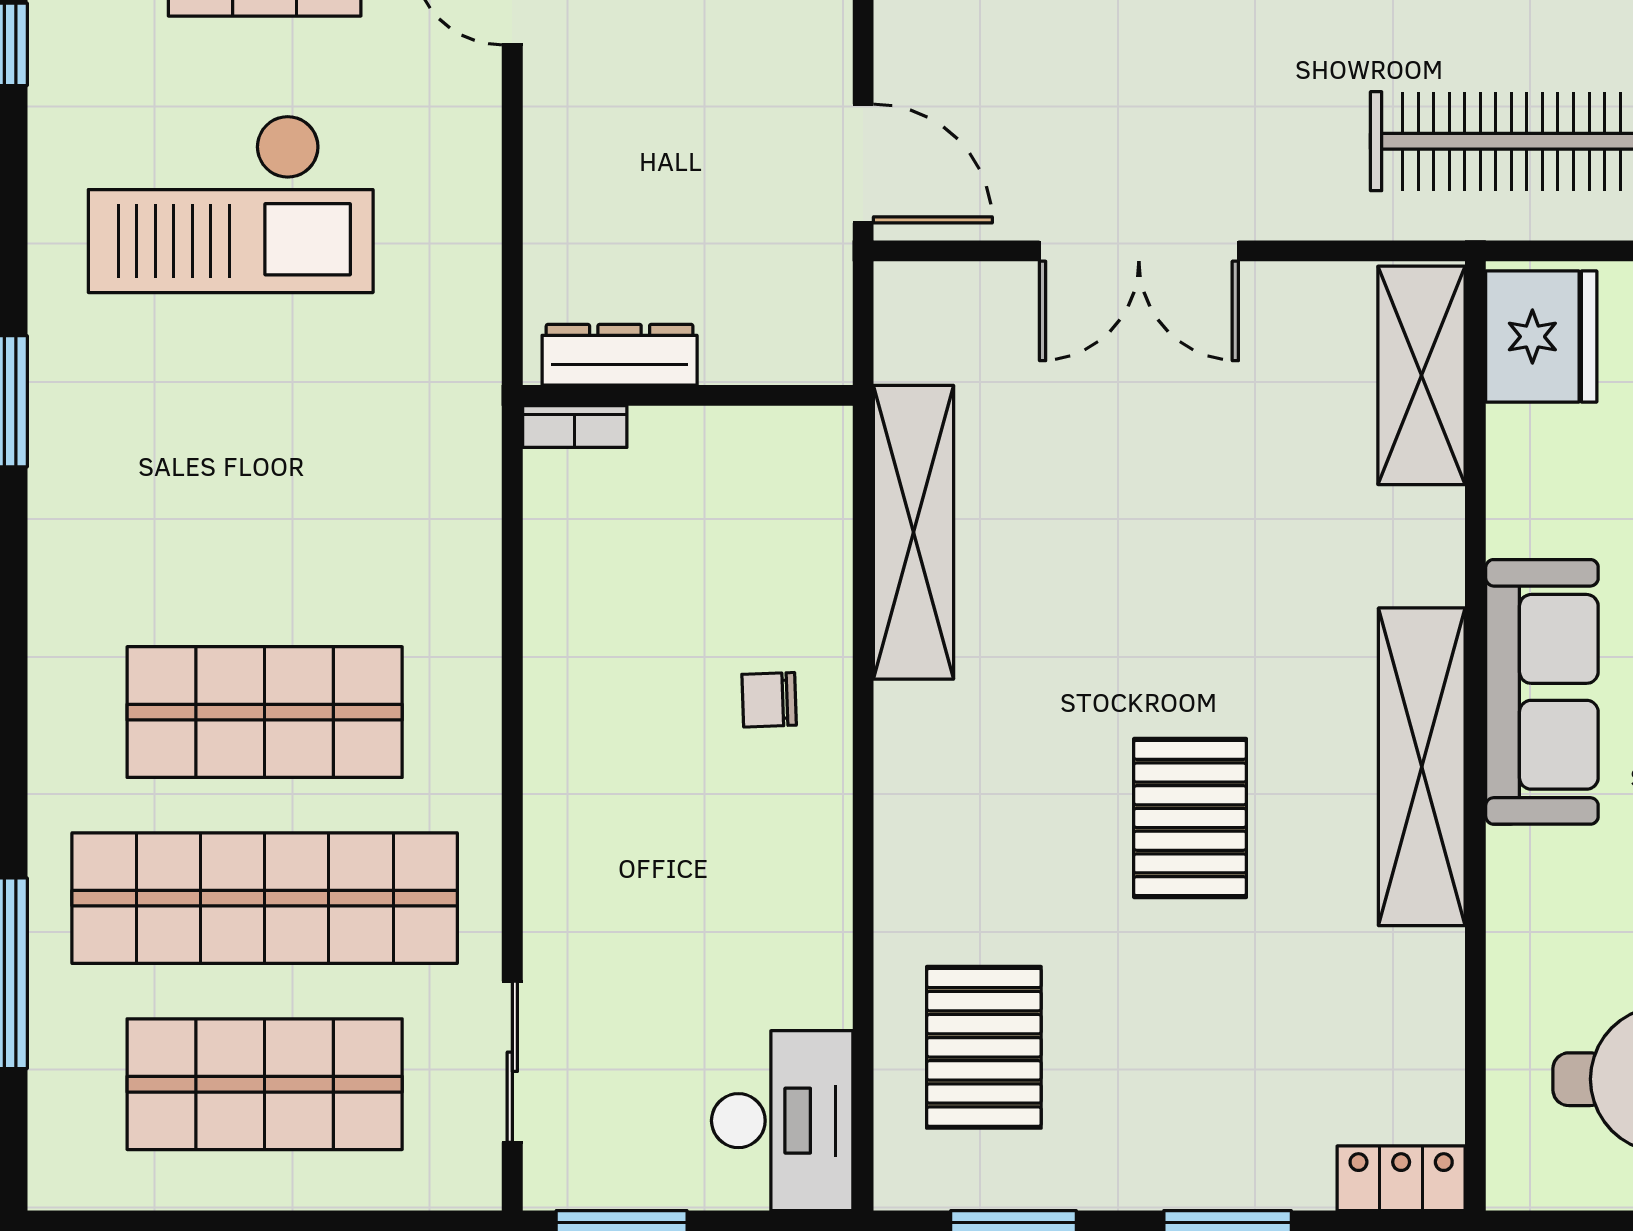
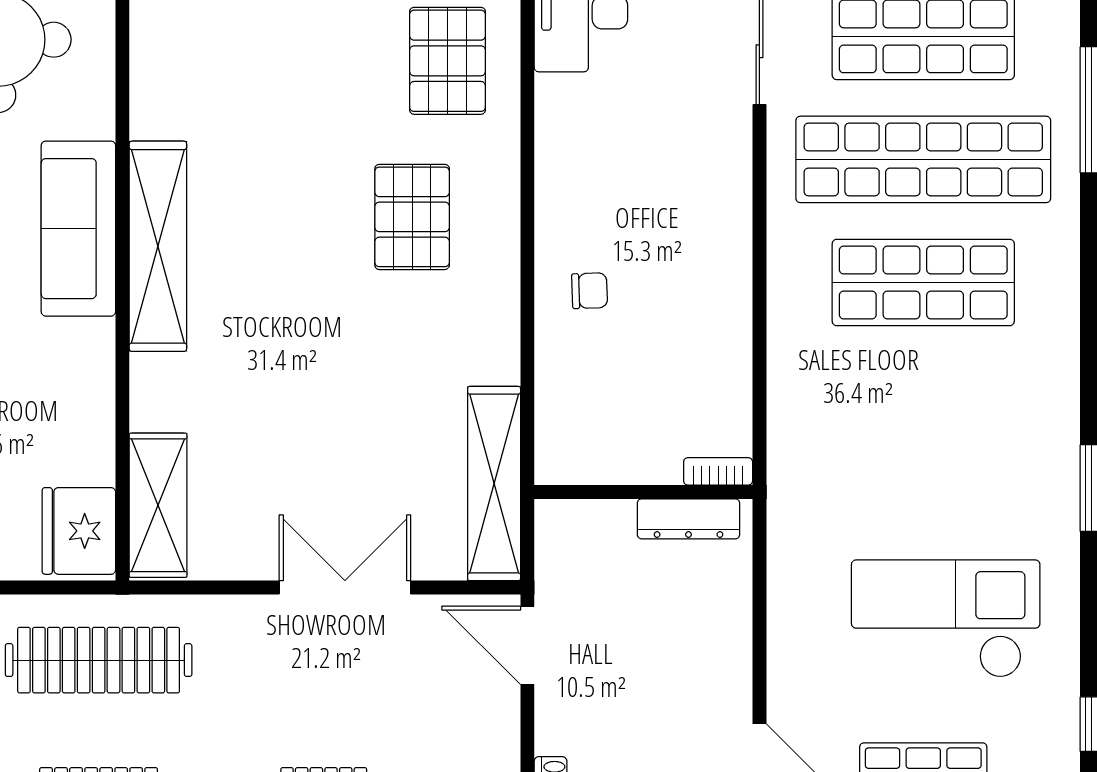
shelving: (914, 532) -> (494, 484), moved
sofa: (1542, 692) -> (78, 229), moved
pallet: (1190, 818) -> (412, 217), moved

